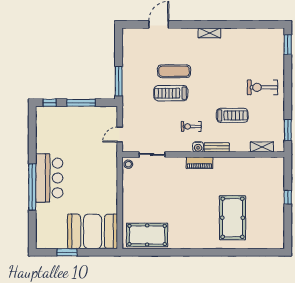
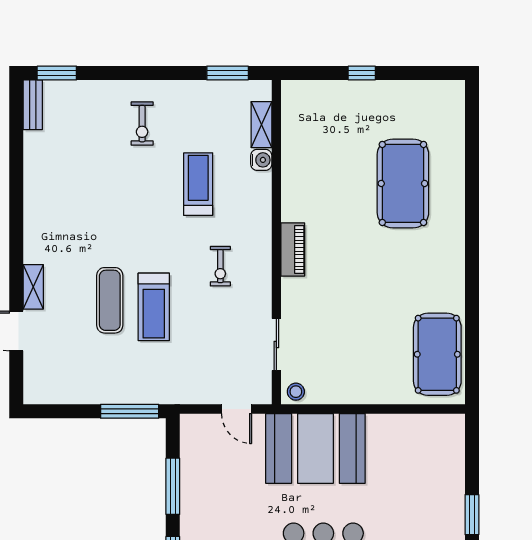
shelving: (209, 33) -> (33, 287), moved
exercise bike: (262, 87) -> (142, 124), width x0.73, depth x0.72
water cooler: (198, 147) -> (261, 160), moved
bench: (217, 147) -> (33, 105), moved
pool table: (233, 218) -> (403, 183), turned 90
booth: (93, 231) -> (315, 448), moved, turned 90

